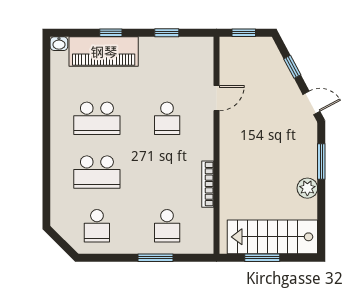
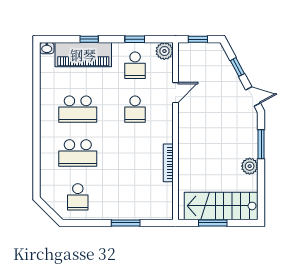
plant: (203, 47) -> (164, 51), added
school desk: (167, 226) -> (135, 65), moved

